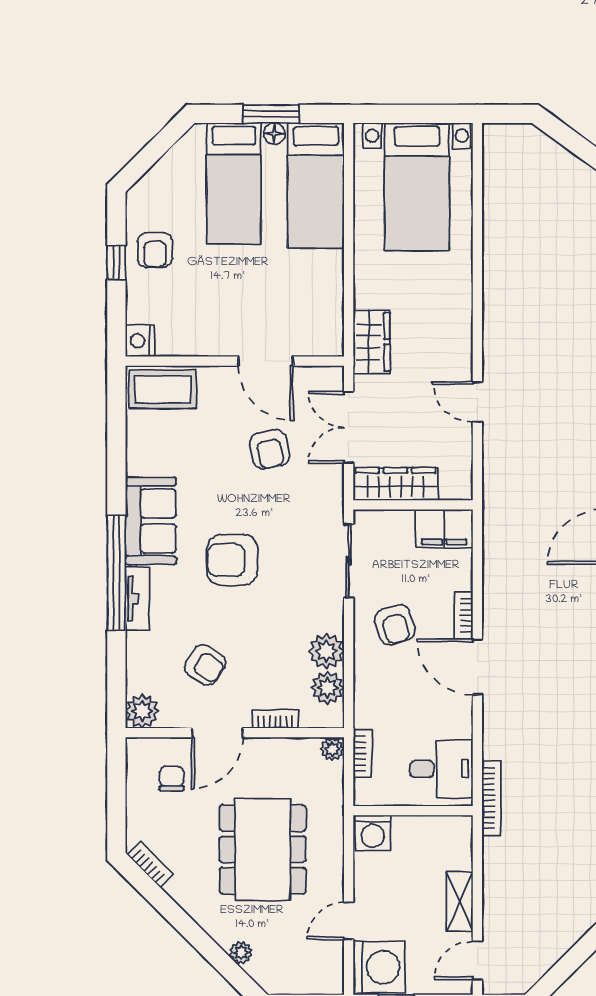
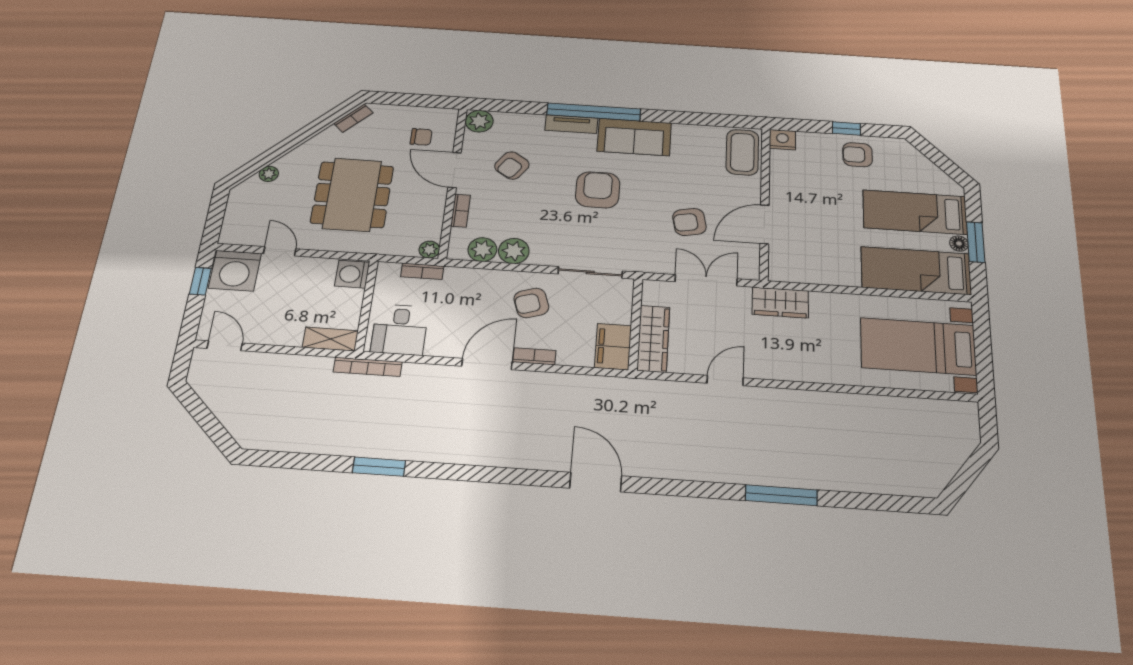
wardrobe: (396, 484) -> (653, 339), moved
dining table: (263, 849) -> (352, 195), turned 90
shelving: (460, 902) -> (330, 339), moved

